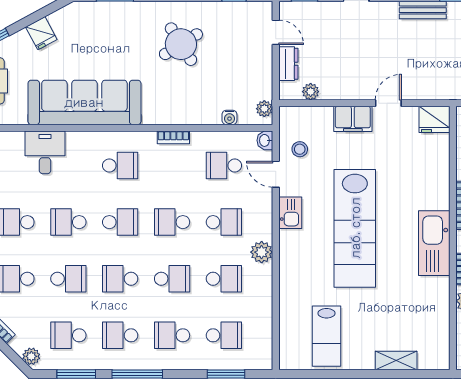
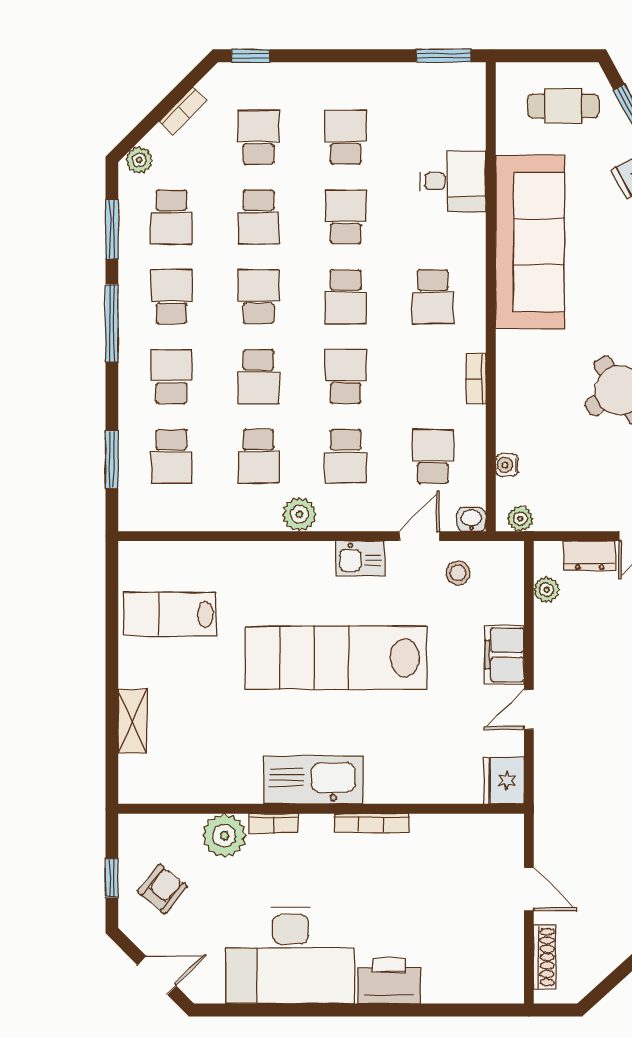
door: (388, 103) -> (529, 709), swing flipped
school desk: (68, 335) -> (171, 217), turned 180

